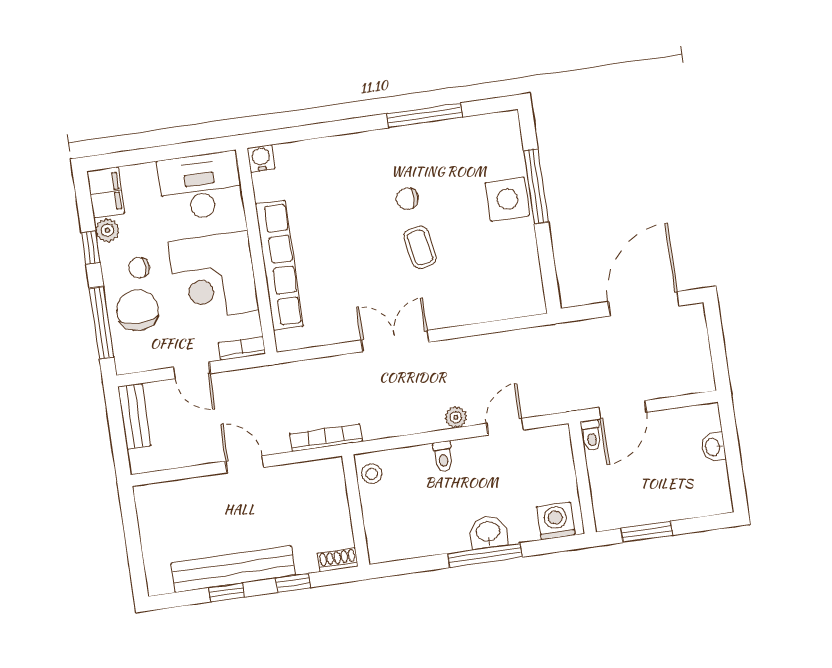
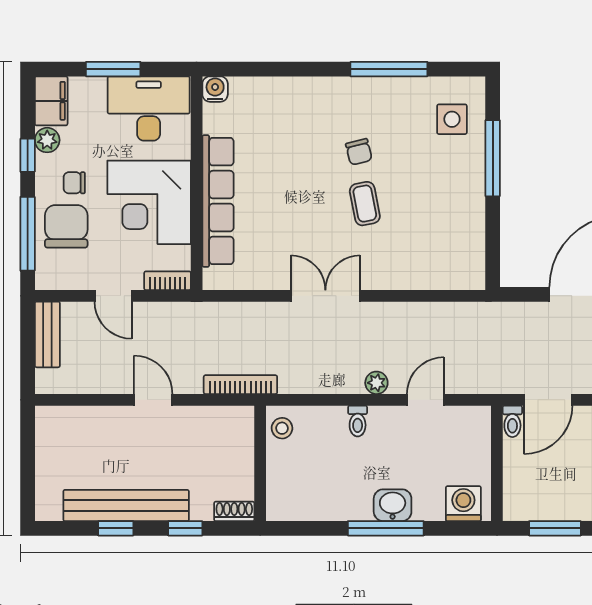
window: (161, 153) -> (113, 69), added
chair: (407, 199) -> (359, 152), turned -104
side table: (507, 199) -> (452, 119), moved, width x0.73, depth x0.73

